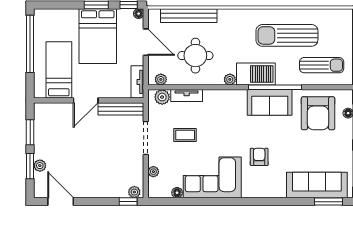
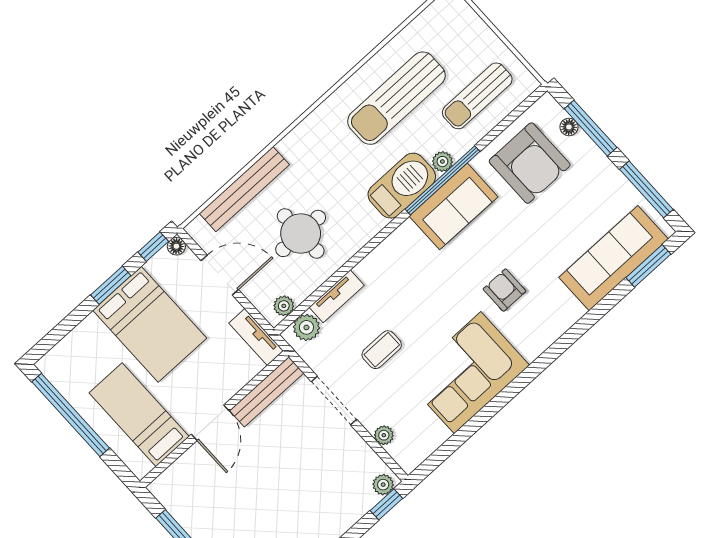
sun lounger: (322, 65) -> (477, 96), turned 180
plant: (230, 79) -> (442, 162), moved
floor lamp: (177, 193) -> (440, 435), removed

